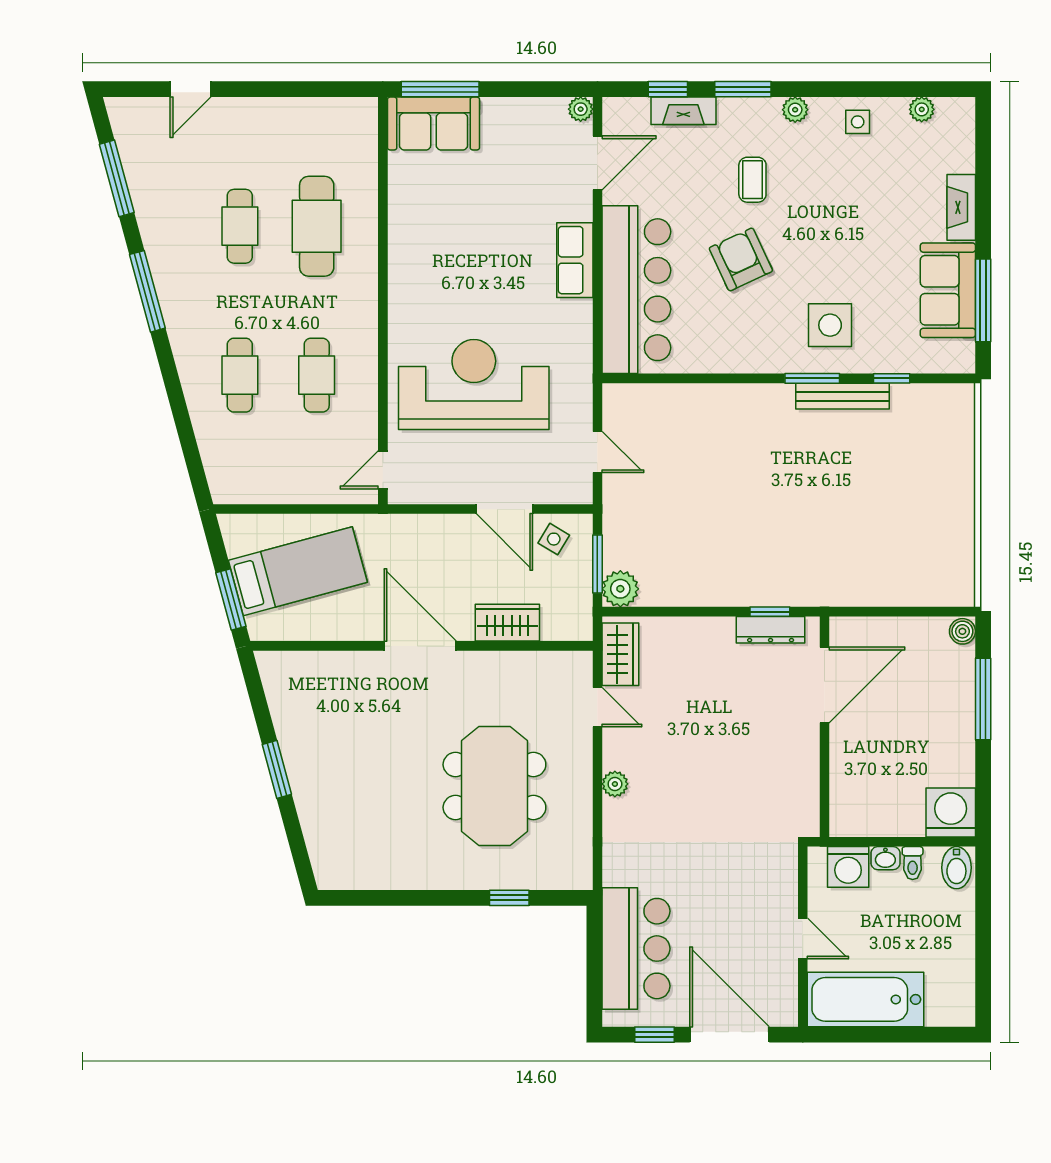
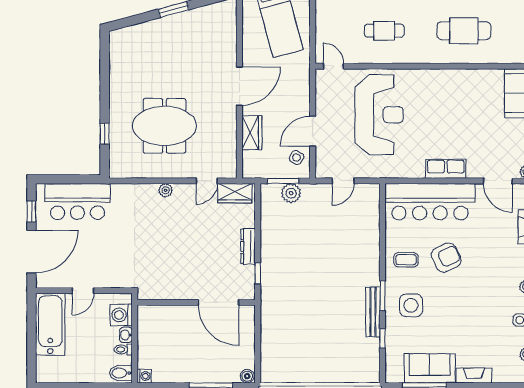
coffee table: (752, 180) -> (406, 260), moved
plant: (620, 589) -> (291, 193), moved
dresser: (771, 630) -> (248, 246), moved
washing machine: (951, 812) -> (144, 376), width x0.53, depth x0.53

